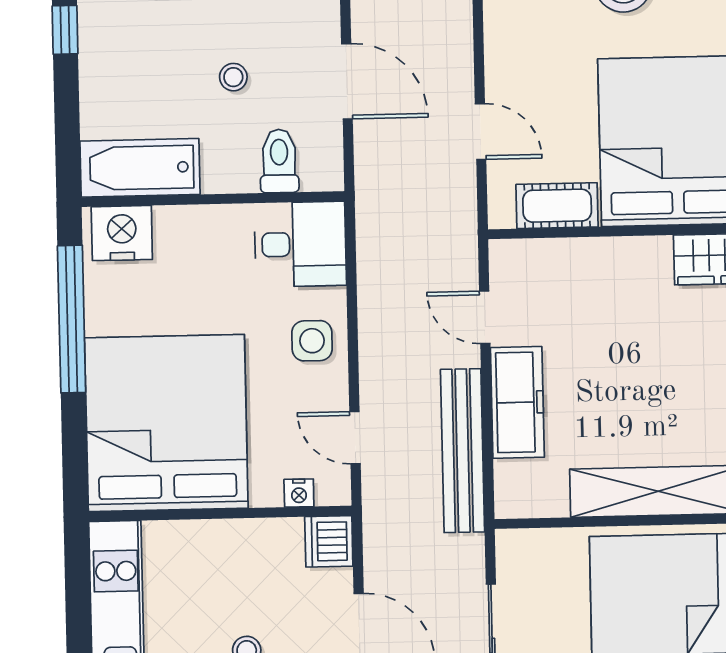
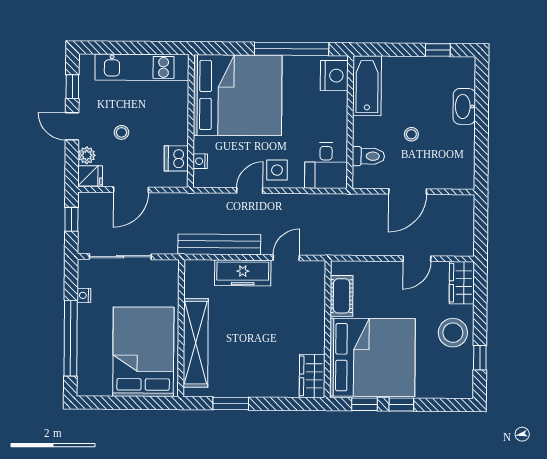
door: (481, 132) -> (417, 259), moved
door: (355, 438) -> (250, 190), moved
dishwasher: (329, 541) -> (176, 158), moved, turned -90

